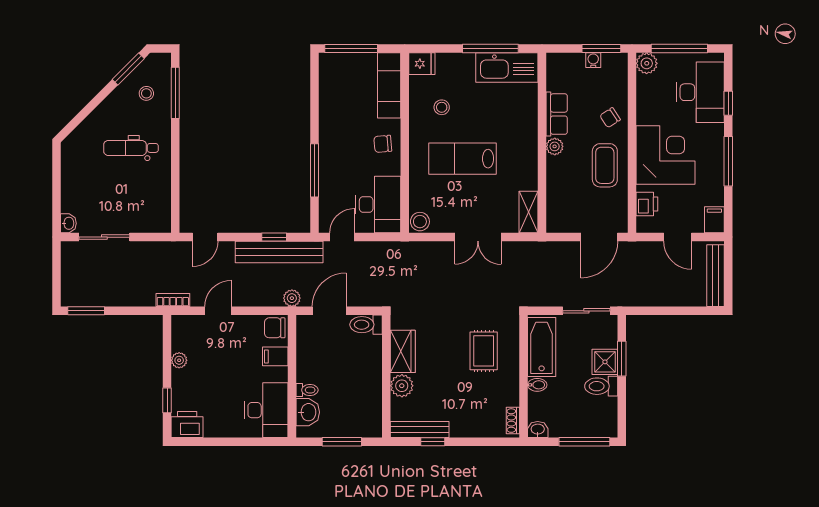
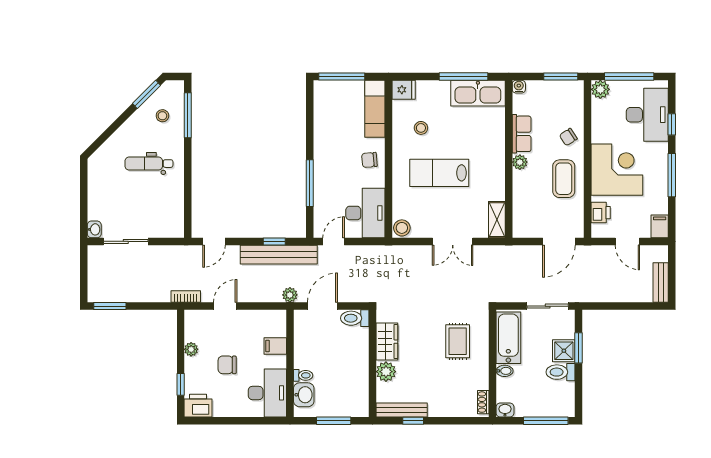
water cooler: (593, 60) -> (519, 87), moved
bench: (716, 276) -> (661, 283), width x0.73
chair: (275, 328) -> (227, 365), moved

